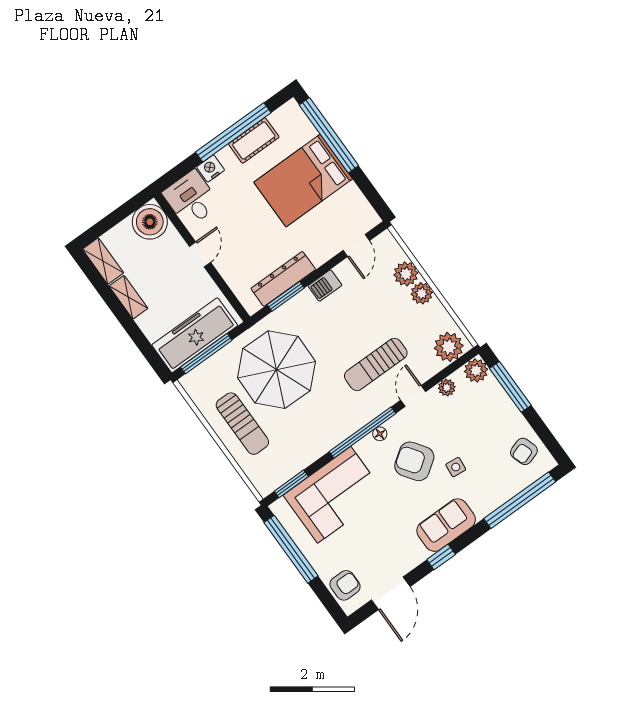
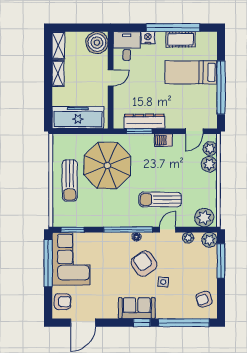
window: (329, 135) -> (221, 87), moved
bed: (303, 181) -> (191, 72), width x0.67
plant: (422, 293) -> (210, 148), moved
window: (206, 354) -> (77, 131), removed
corner sofa: (334, 495) -> (71, 259), moved, turned -90
window: (441, 557) -> (142, 323), moved

